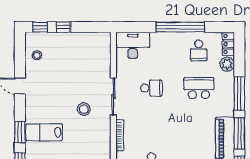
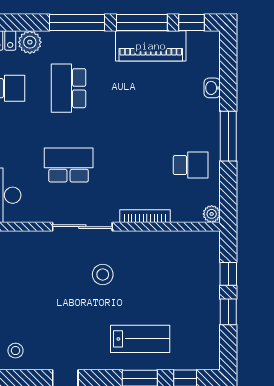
school desk: (151, 88) -> (69, 165), width x1.85
lab bench: (44, 132) -> (140, 339), turned -90

